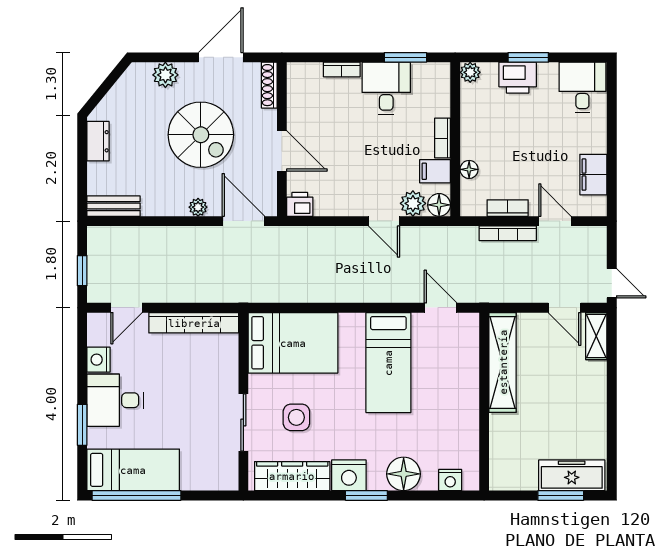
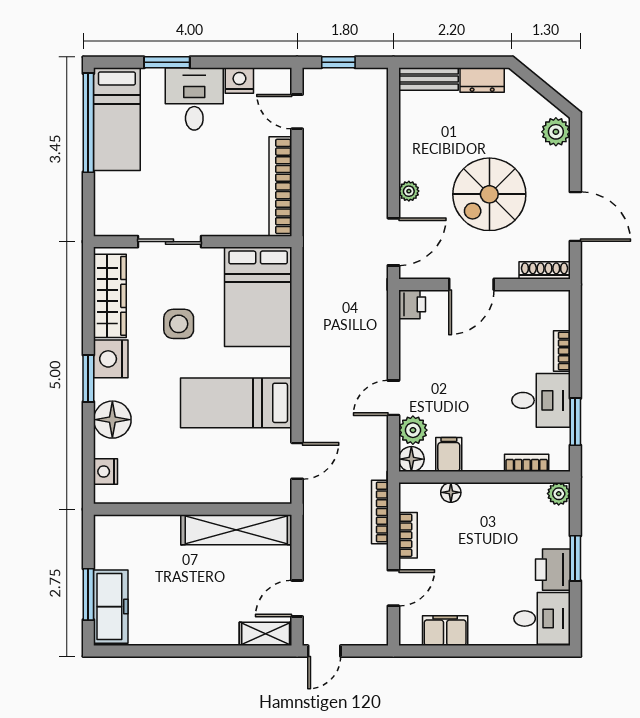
plant: (165, 75) -> (556, 132), moved
printer: (518, 78) -> (553, 570), moved
bookcase: (442, 138) -> (527, 463), moved
bench: (114, 206) -> (428, 79), moved, turned 90
bookcase: (508, 233) -> (380, 512), moved
side table: (296, 417) -> (179, 324), moved

